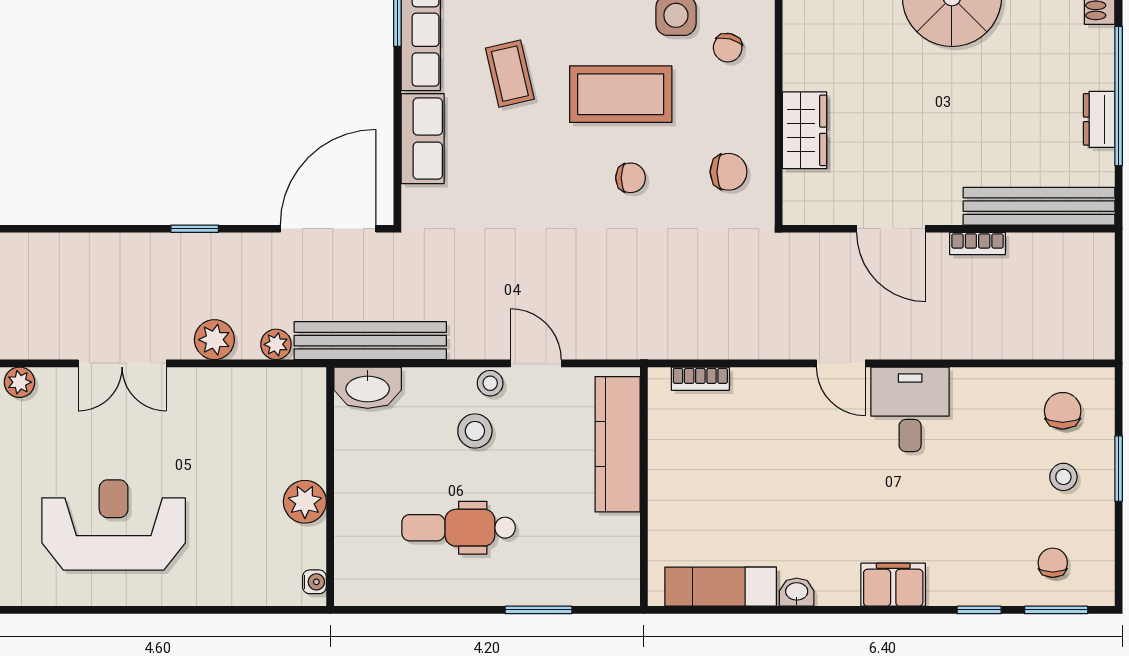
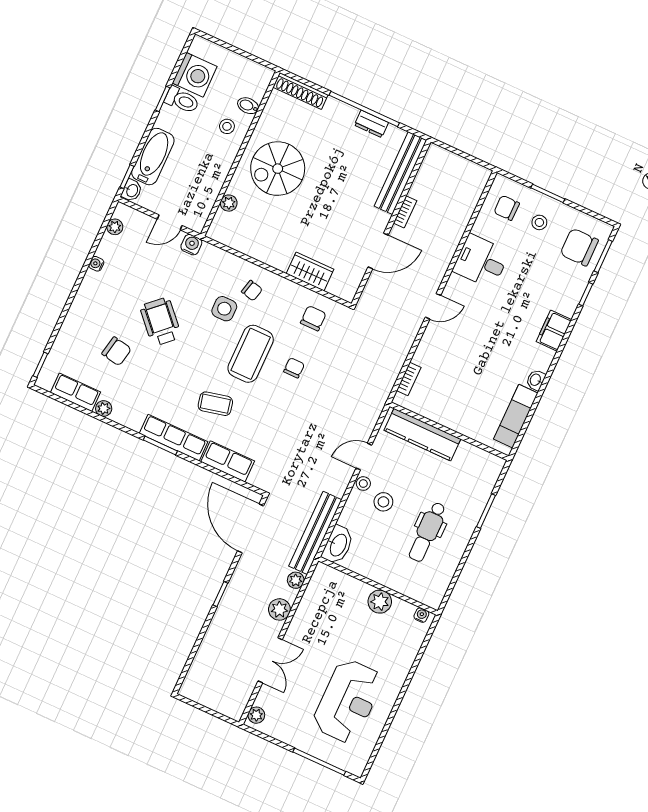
desk: (910, 409) -> (481, 261), moved
reception desk: (114, 525) -> (348, 701), turned 180
chair: (1053, 563) -> (579, 247), width x1.87, depth x1.87

